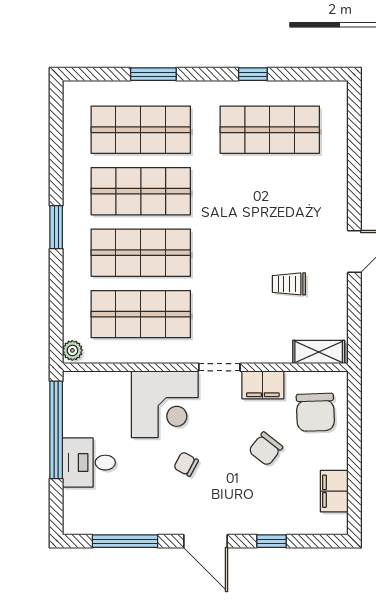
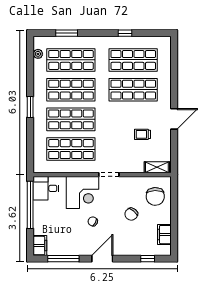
window: (153, 74) -> (67, 33), moved
shop shelf: (270, 191) -> (133, 90), added
plant: (72, 350) -> (38, 54), moved
filing cabinet: (263, 385) -> (40, 246), moved, turned -90
desk: (89, 463) -> (46, 188), moved
door: (206, 541) -> (102, 259), swing flipped
window: (272, 541) -> (148, 259), moved

